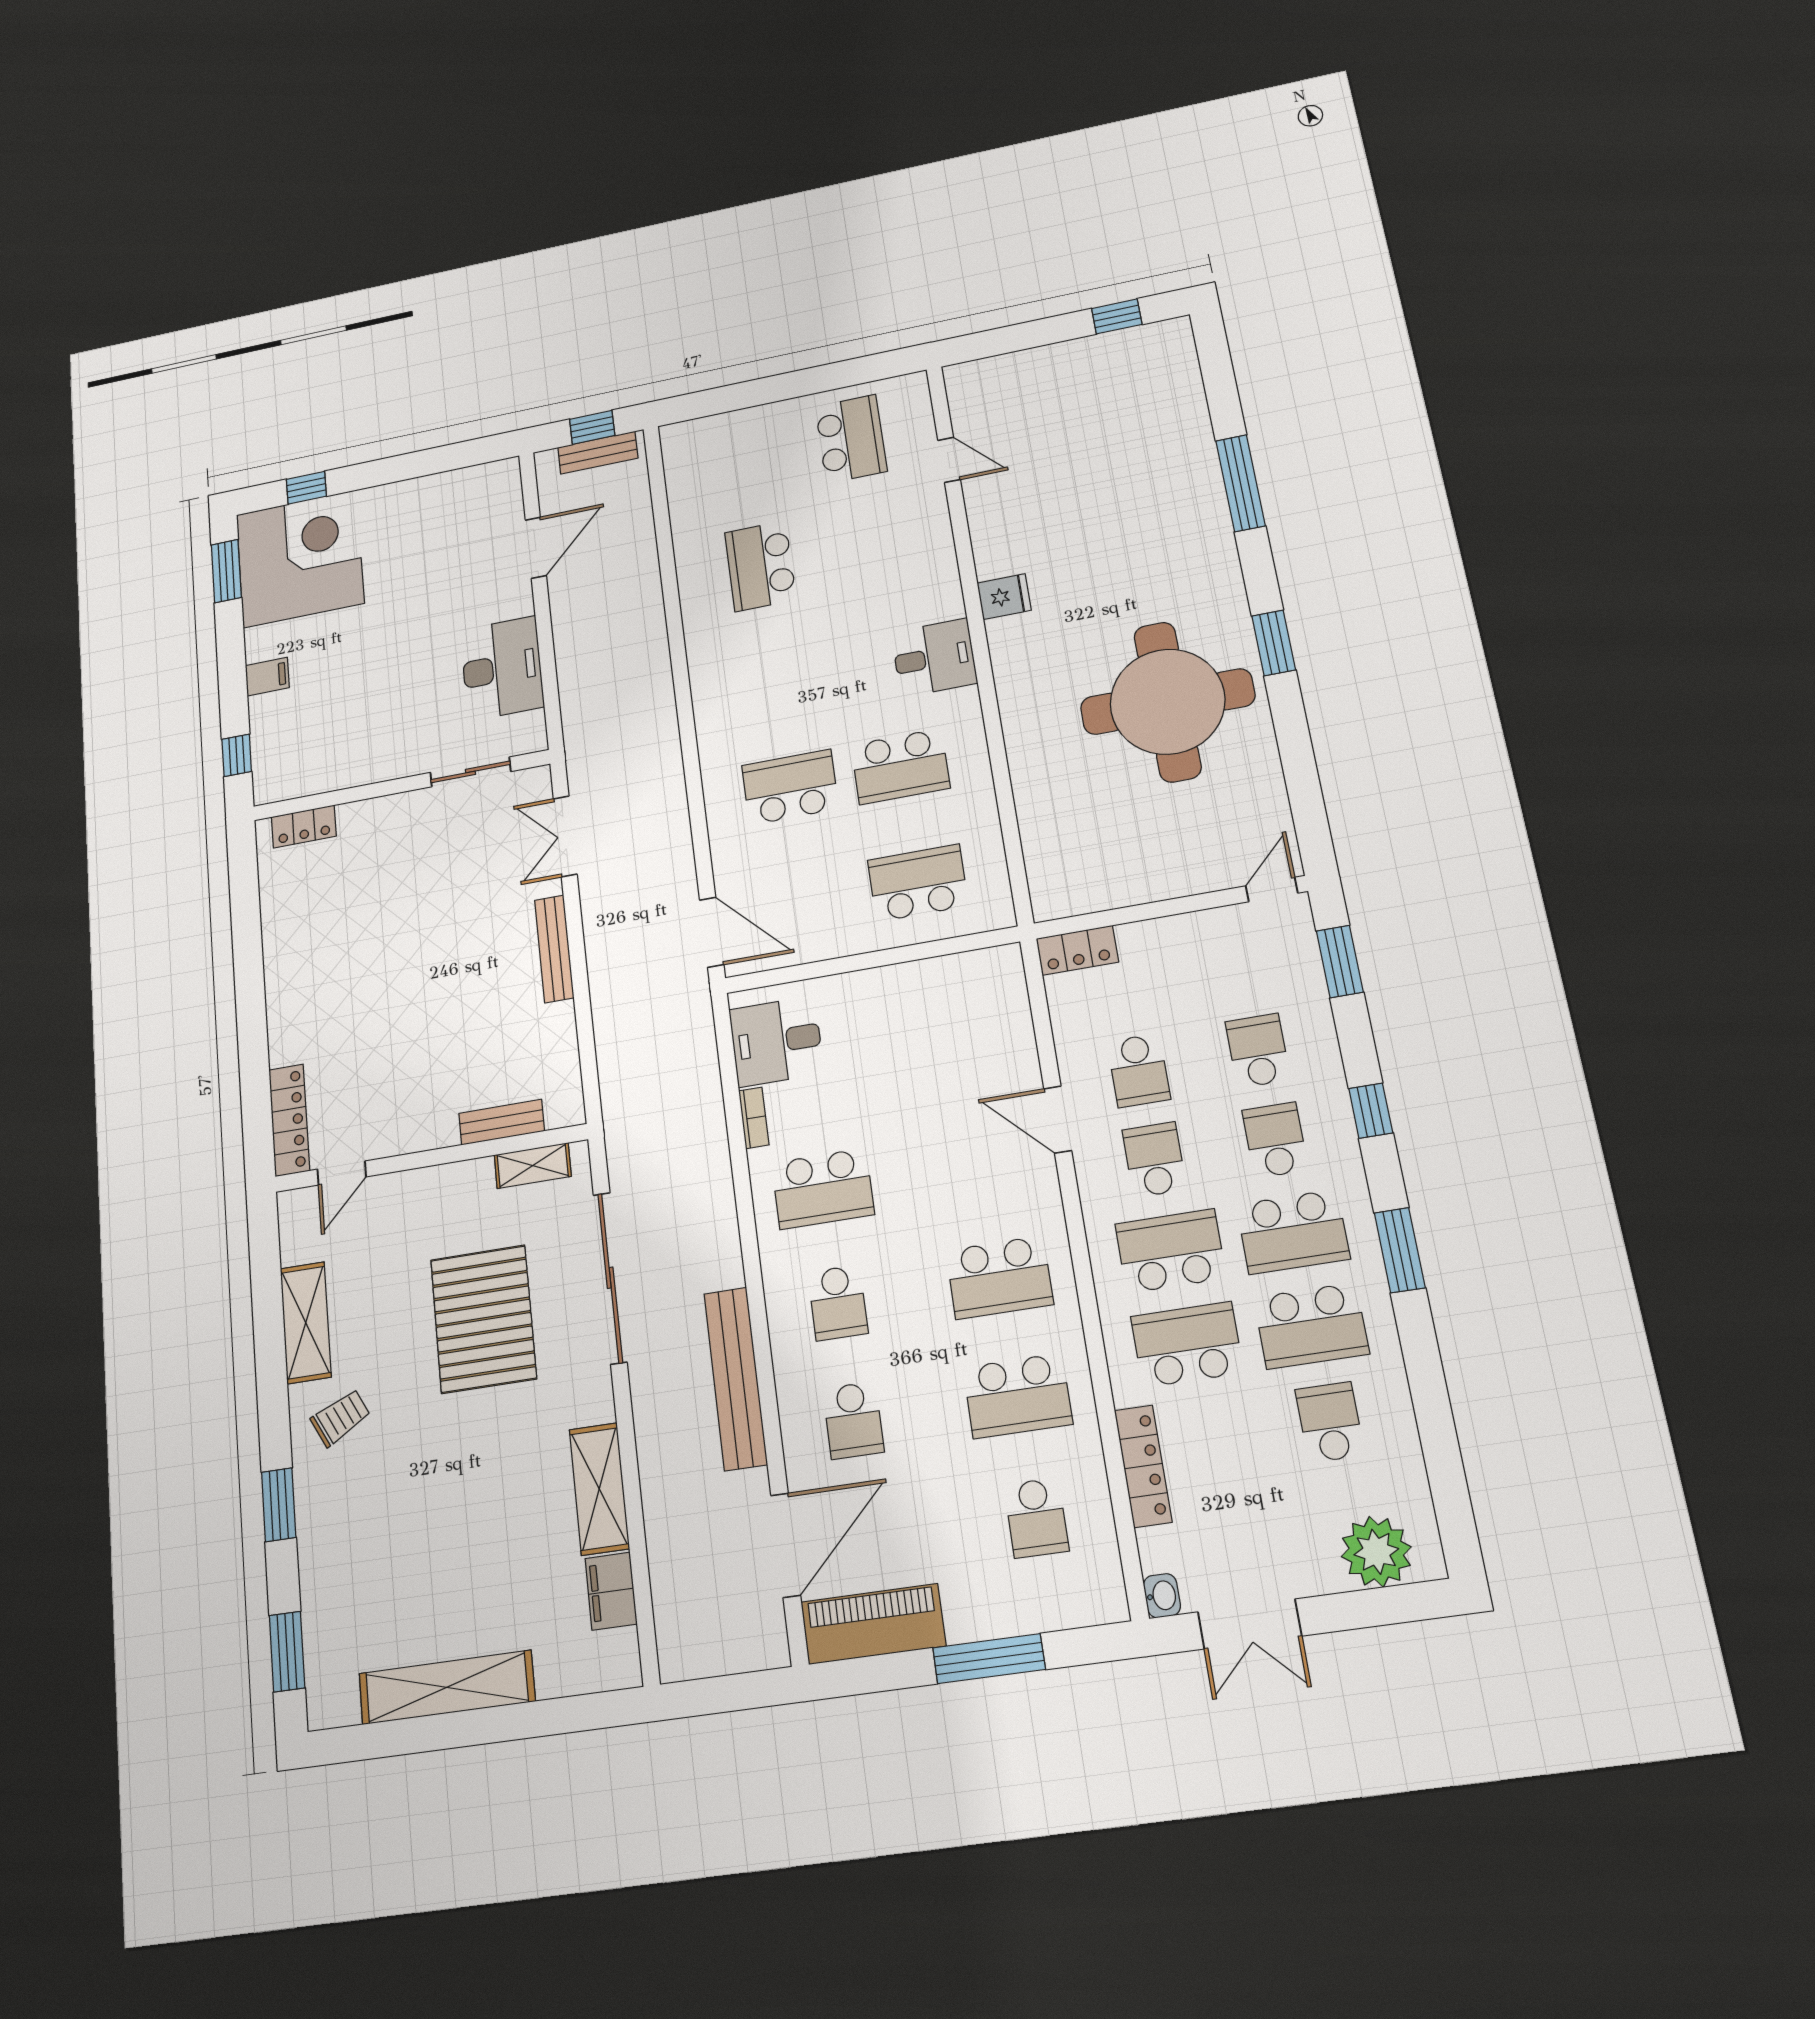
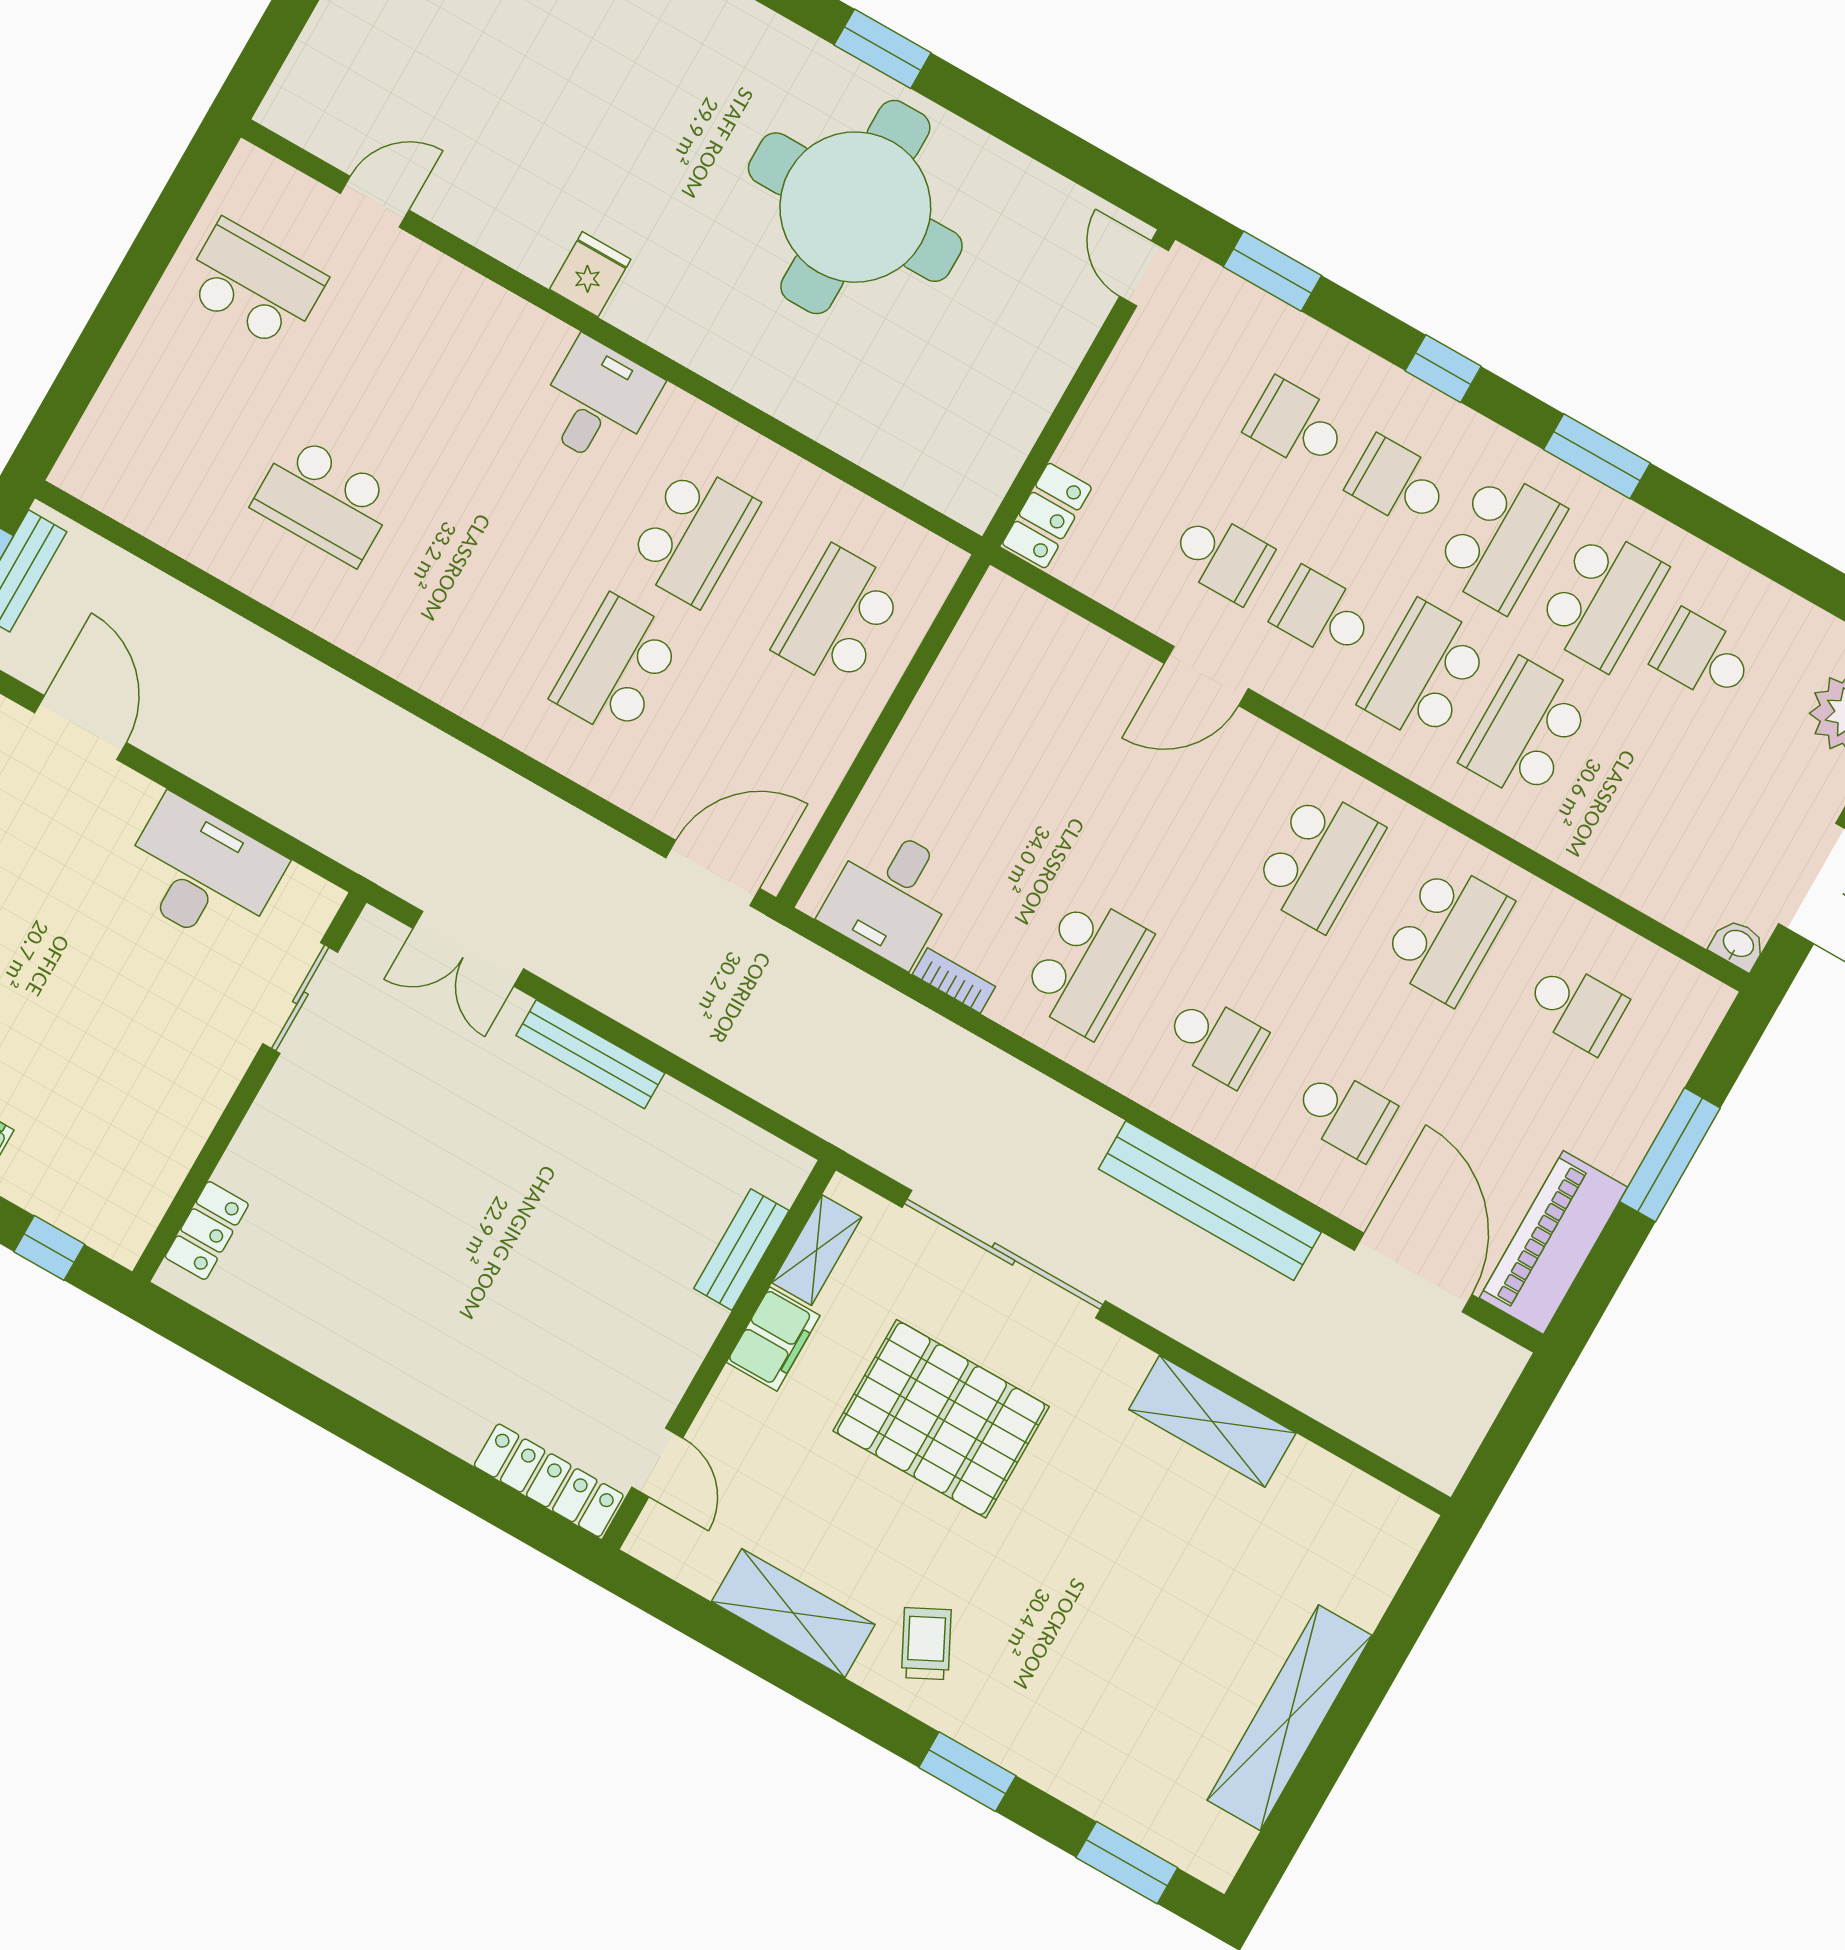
locker: (1143, 1466) -> (1607, 866), removed
filing cabinet: (611, 1591) -> (773, 1339), moved, turned -90

